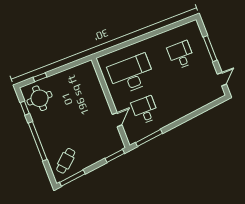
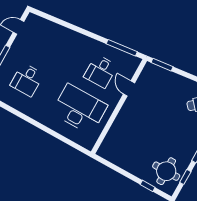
desk: (131, 74) -> (79, 109), turned 180
door: (117, 120) -> (129, 88), hinge flipped

